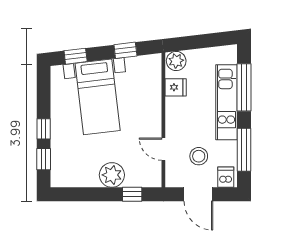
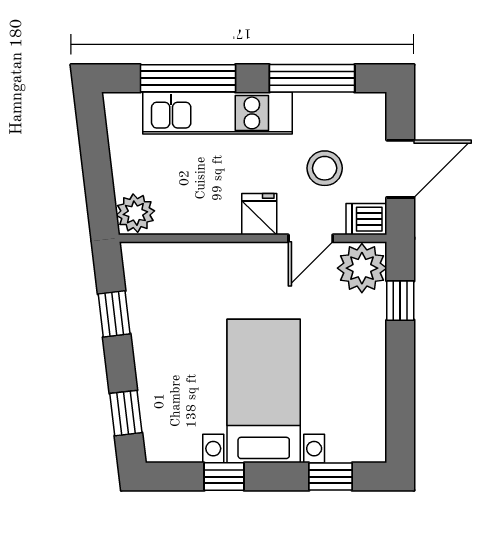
fridge: (176, 87) -> (259, 214), moved
bed with nightstands: (98, 97) -> (264, 391), moved, turned -83
window: (44, 129) -> (224, 477), moved
plant: (112, 175) -> (362, 268), moved
dishwasher: (226, 177) -> (366, 219), moved

